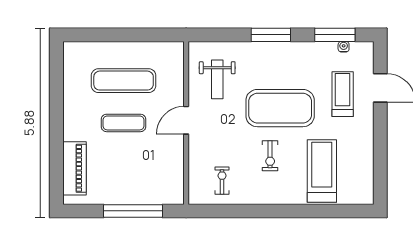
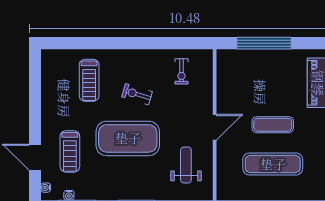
water cooler: (369, 55) -> (46, 188), added
exercise bike: (270, 156) -> (137, 94), turned -73
treadmill: (322, 171) -> (89, 80), width x0.73, depth x0.73

